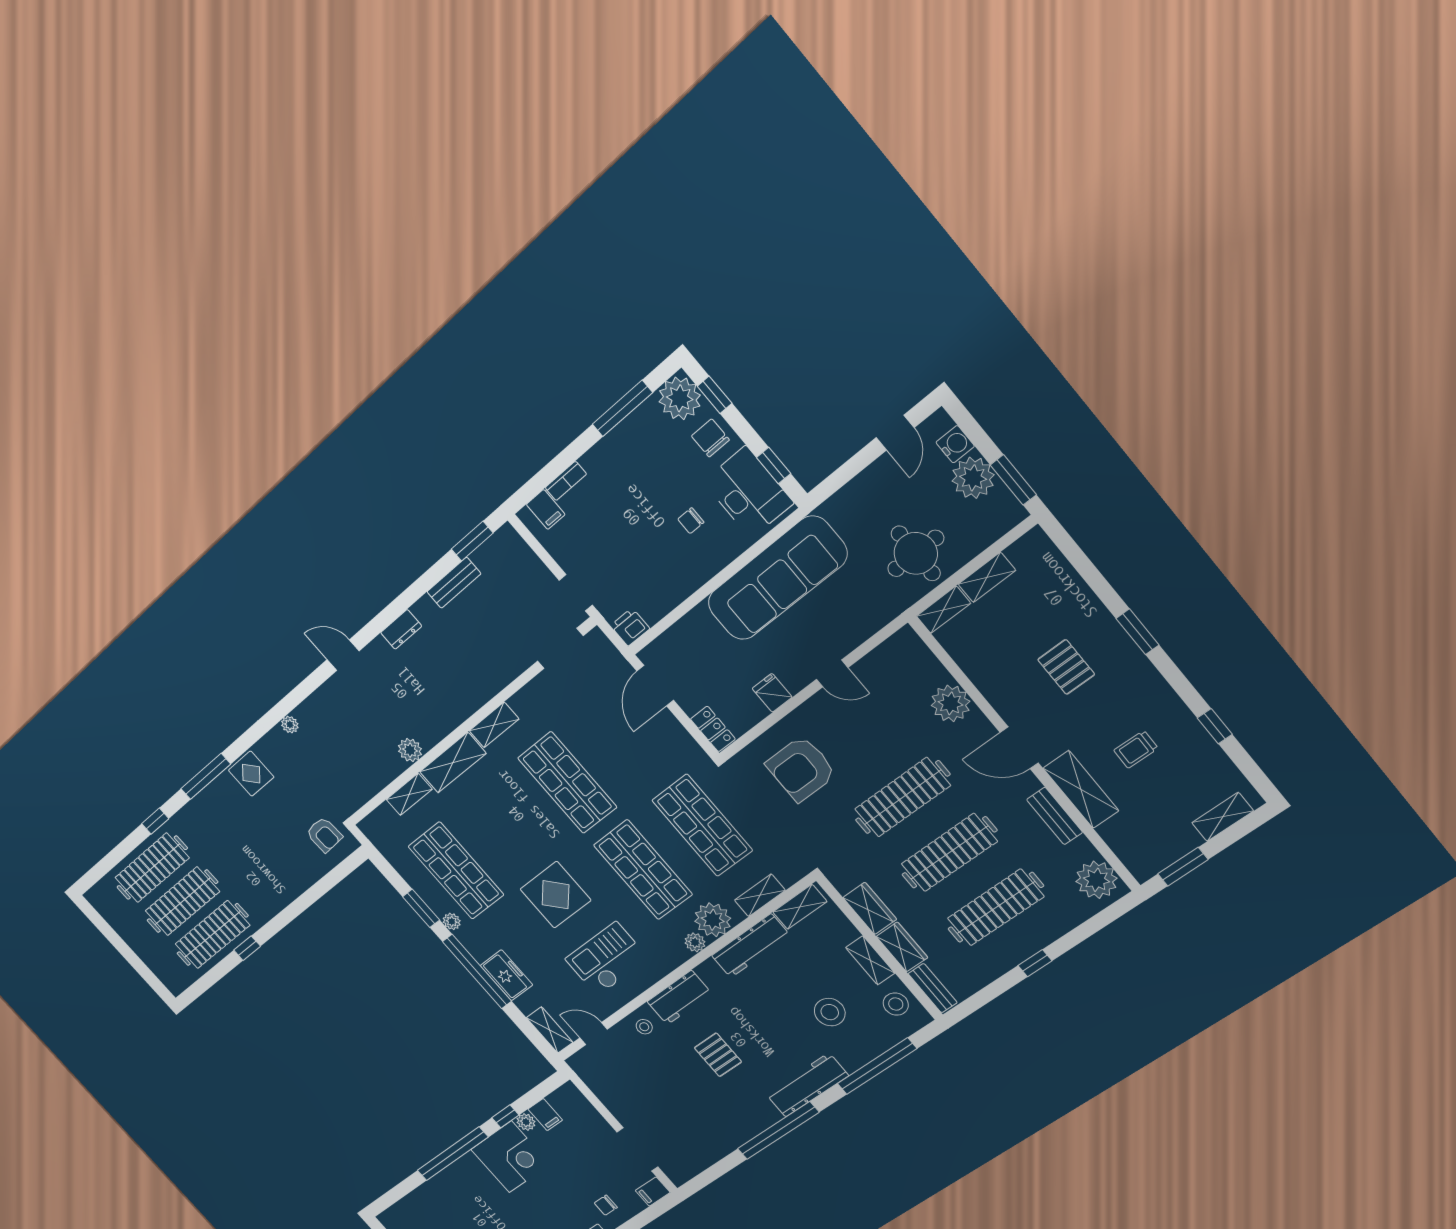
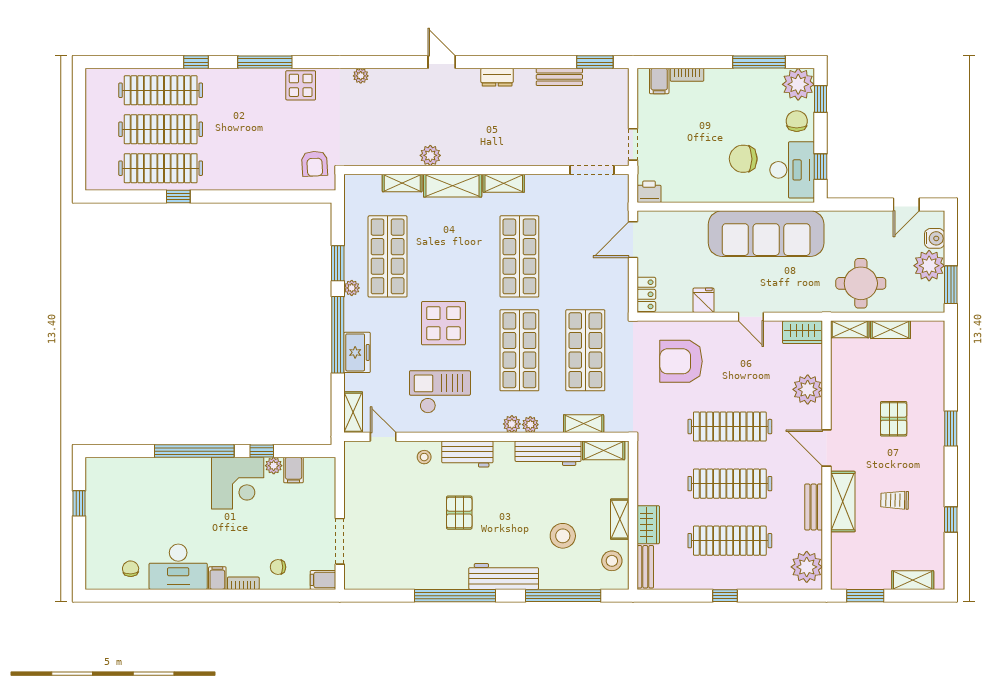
chair: (691, 521) -> (743, 159), width x1.87, depth x1.87
wardrobe: (870, 908) -> (803, 332), moved, turned 90
plant: (713, 920) -> (530, 425), width x0.53, depth x0.53

